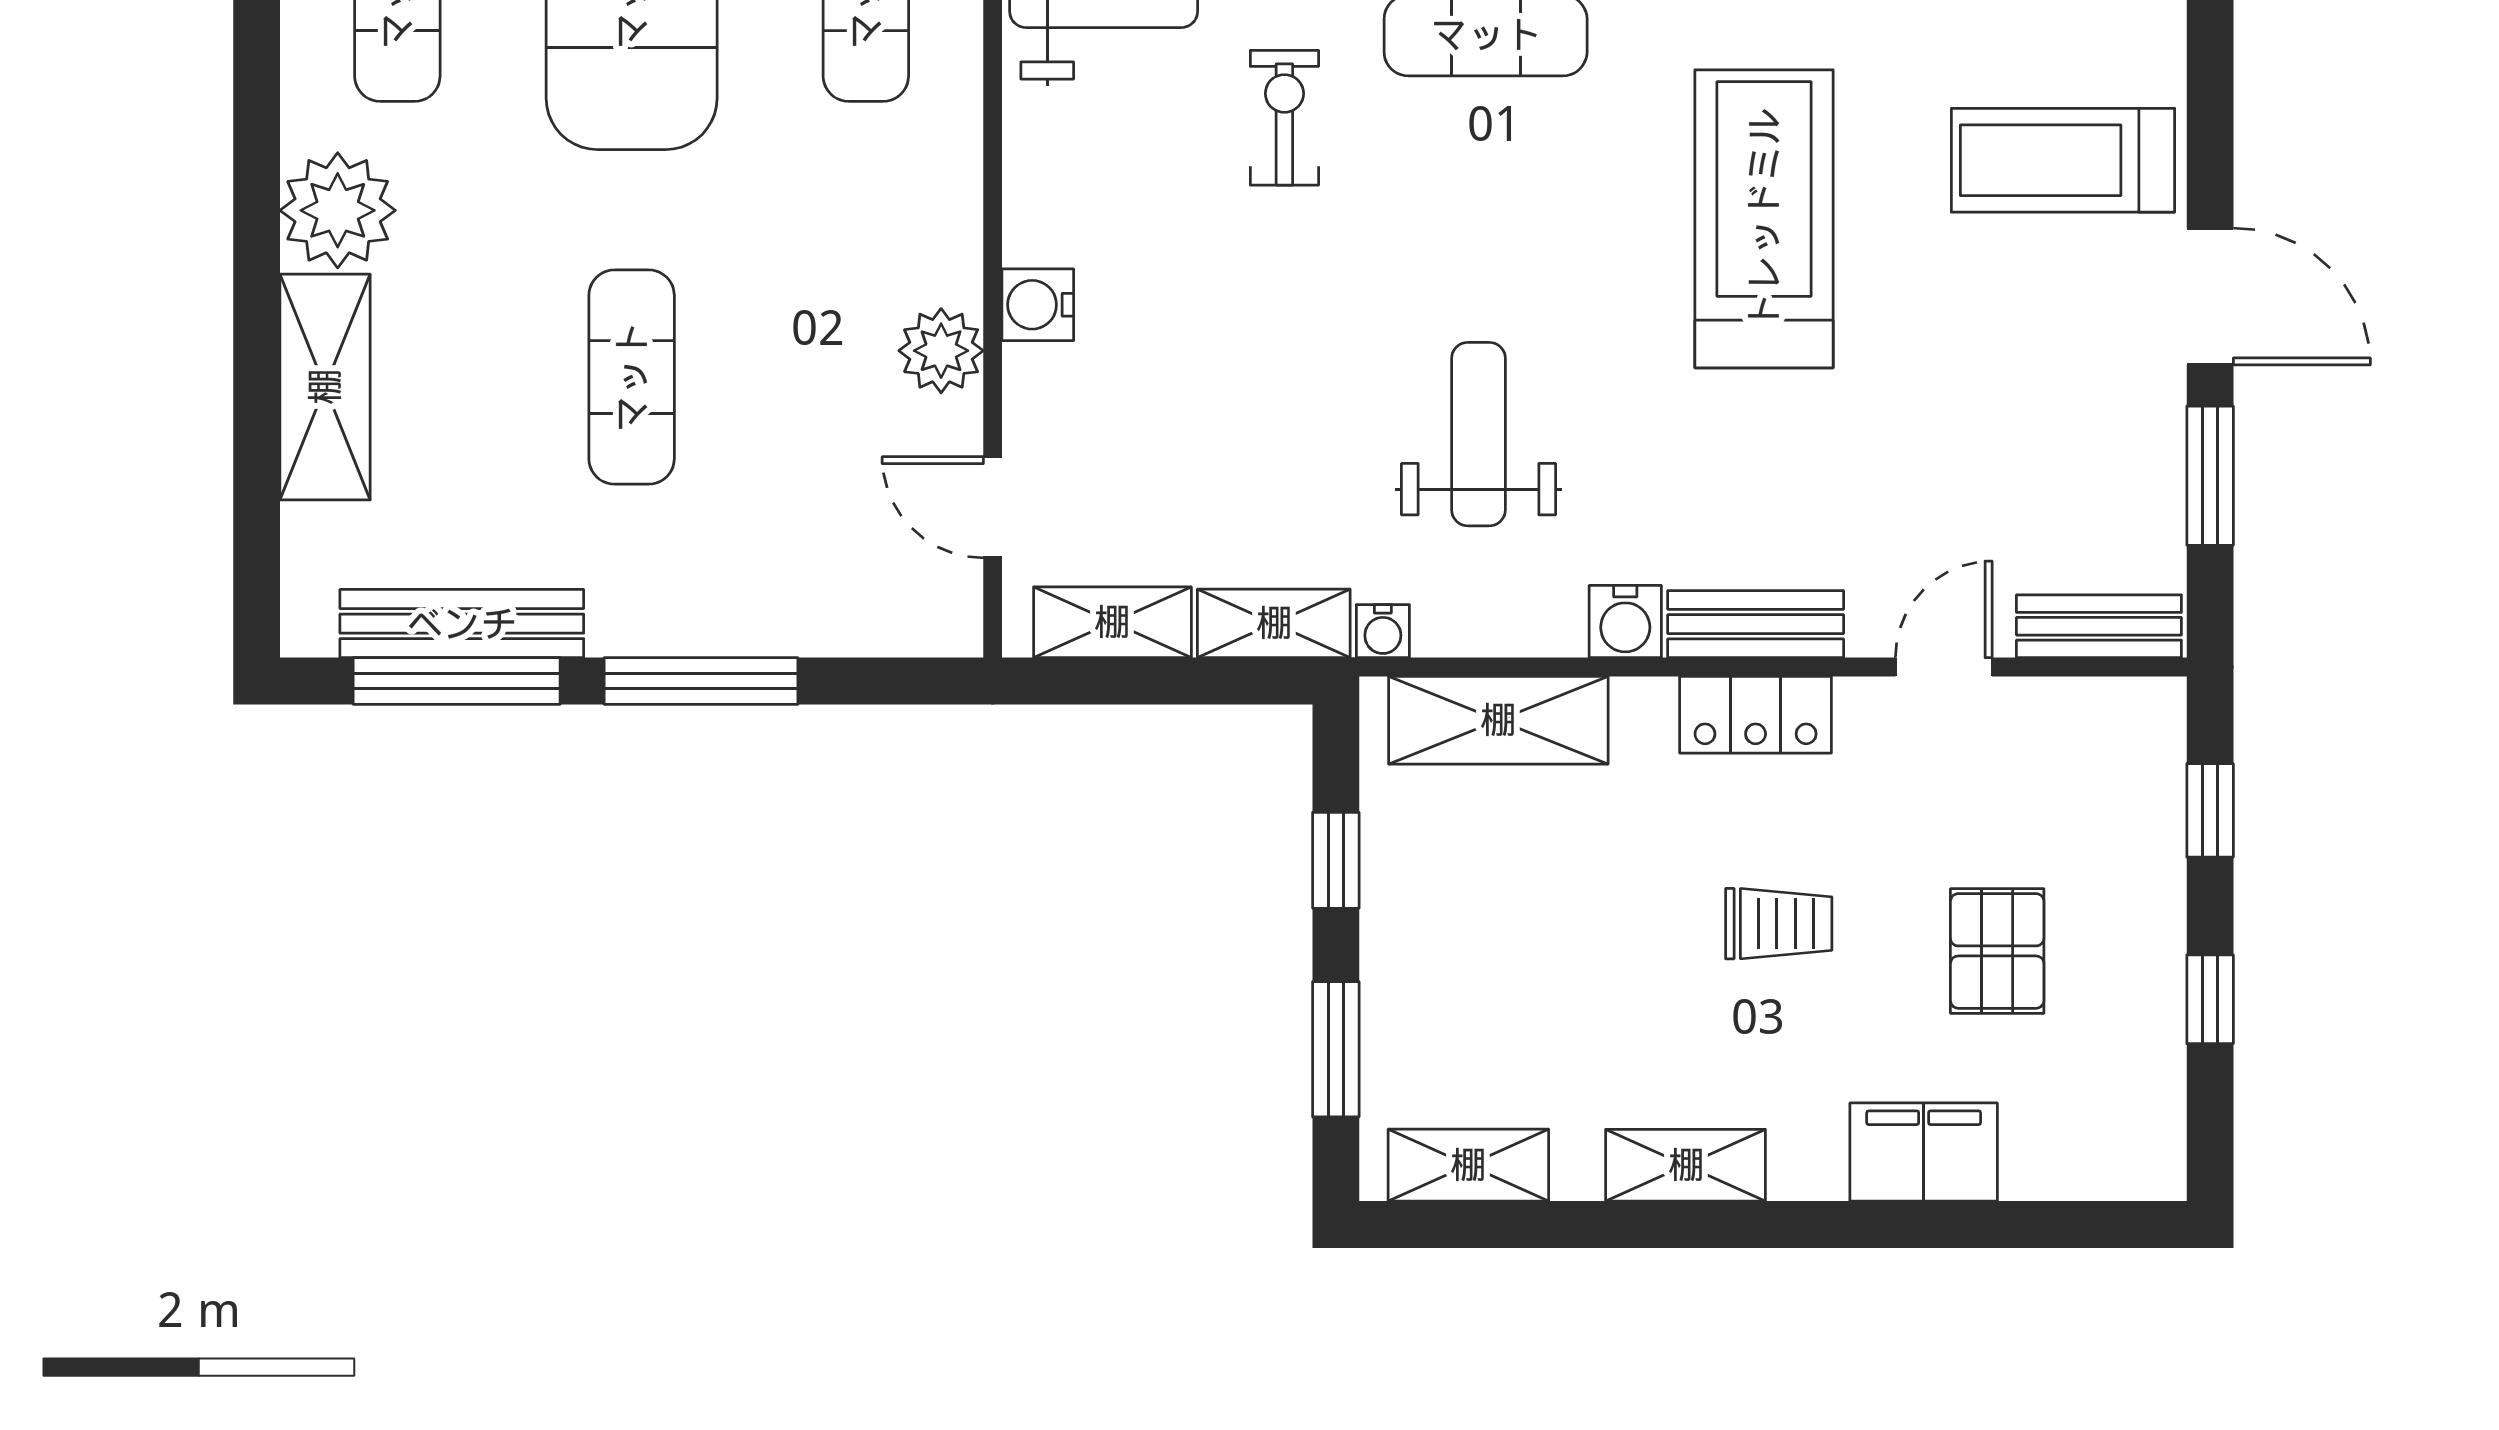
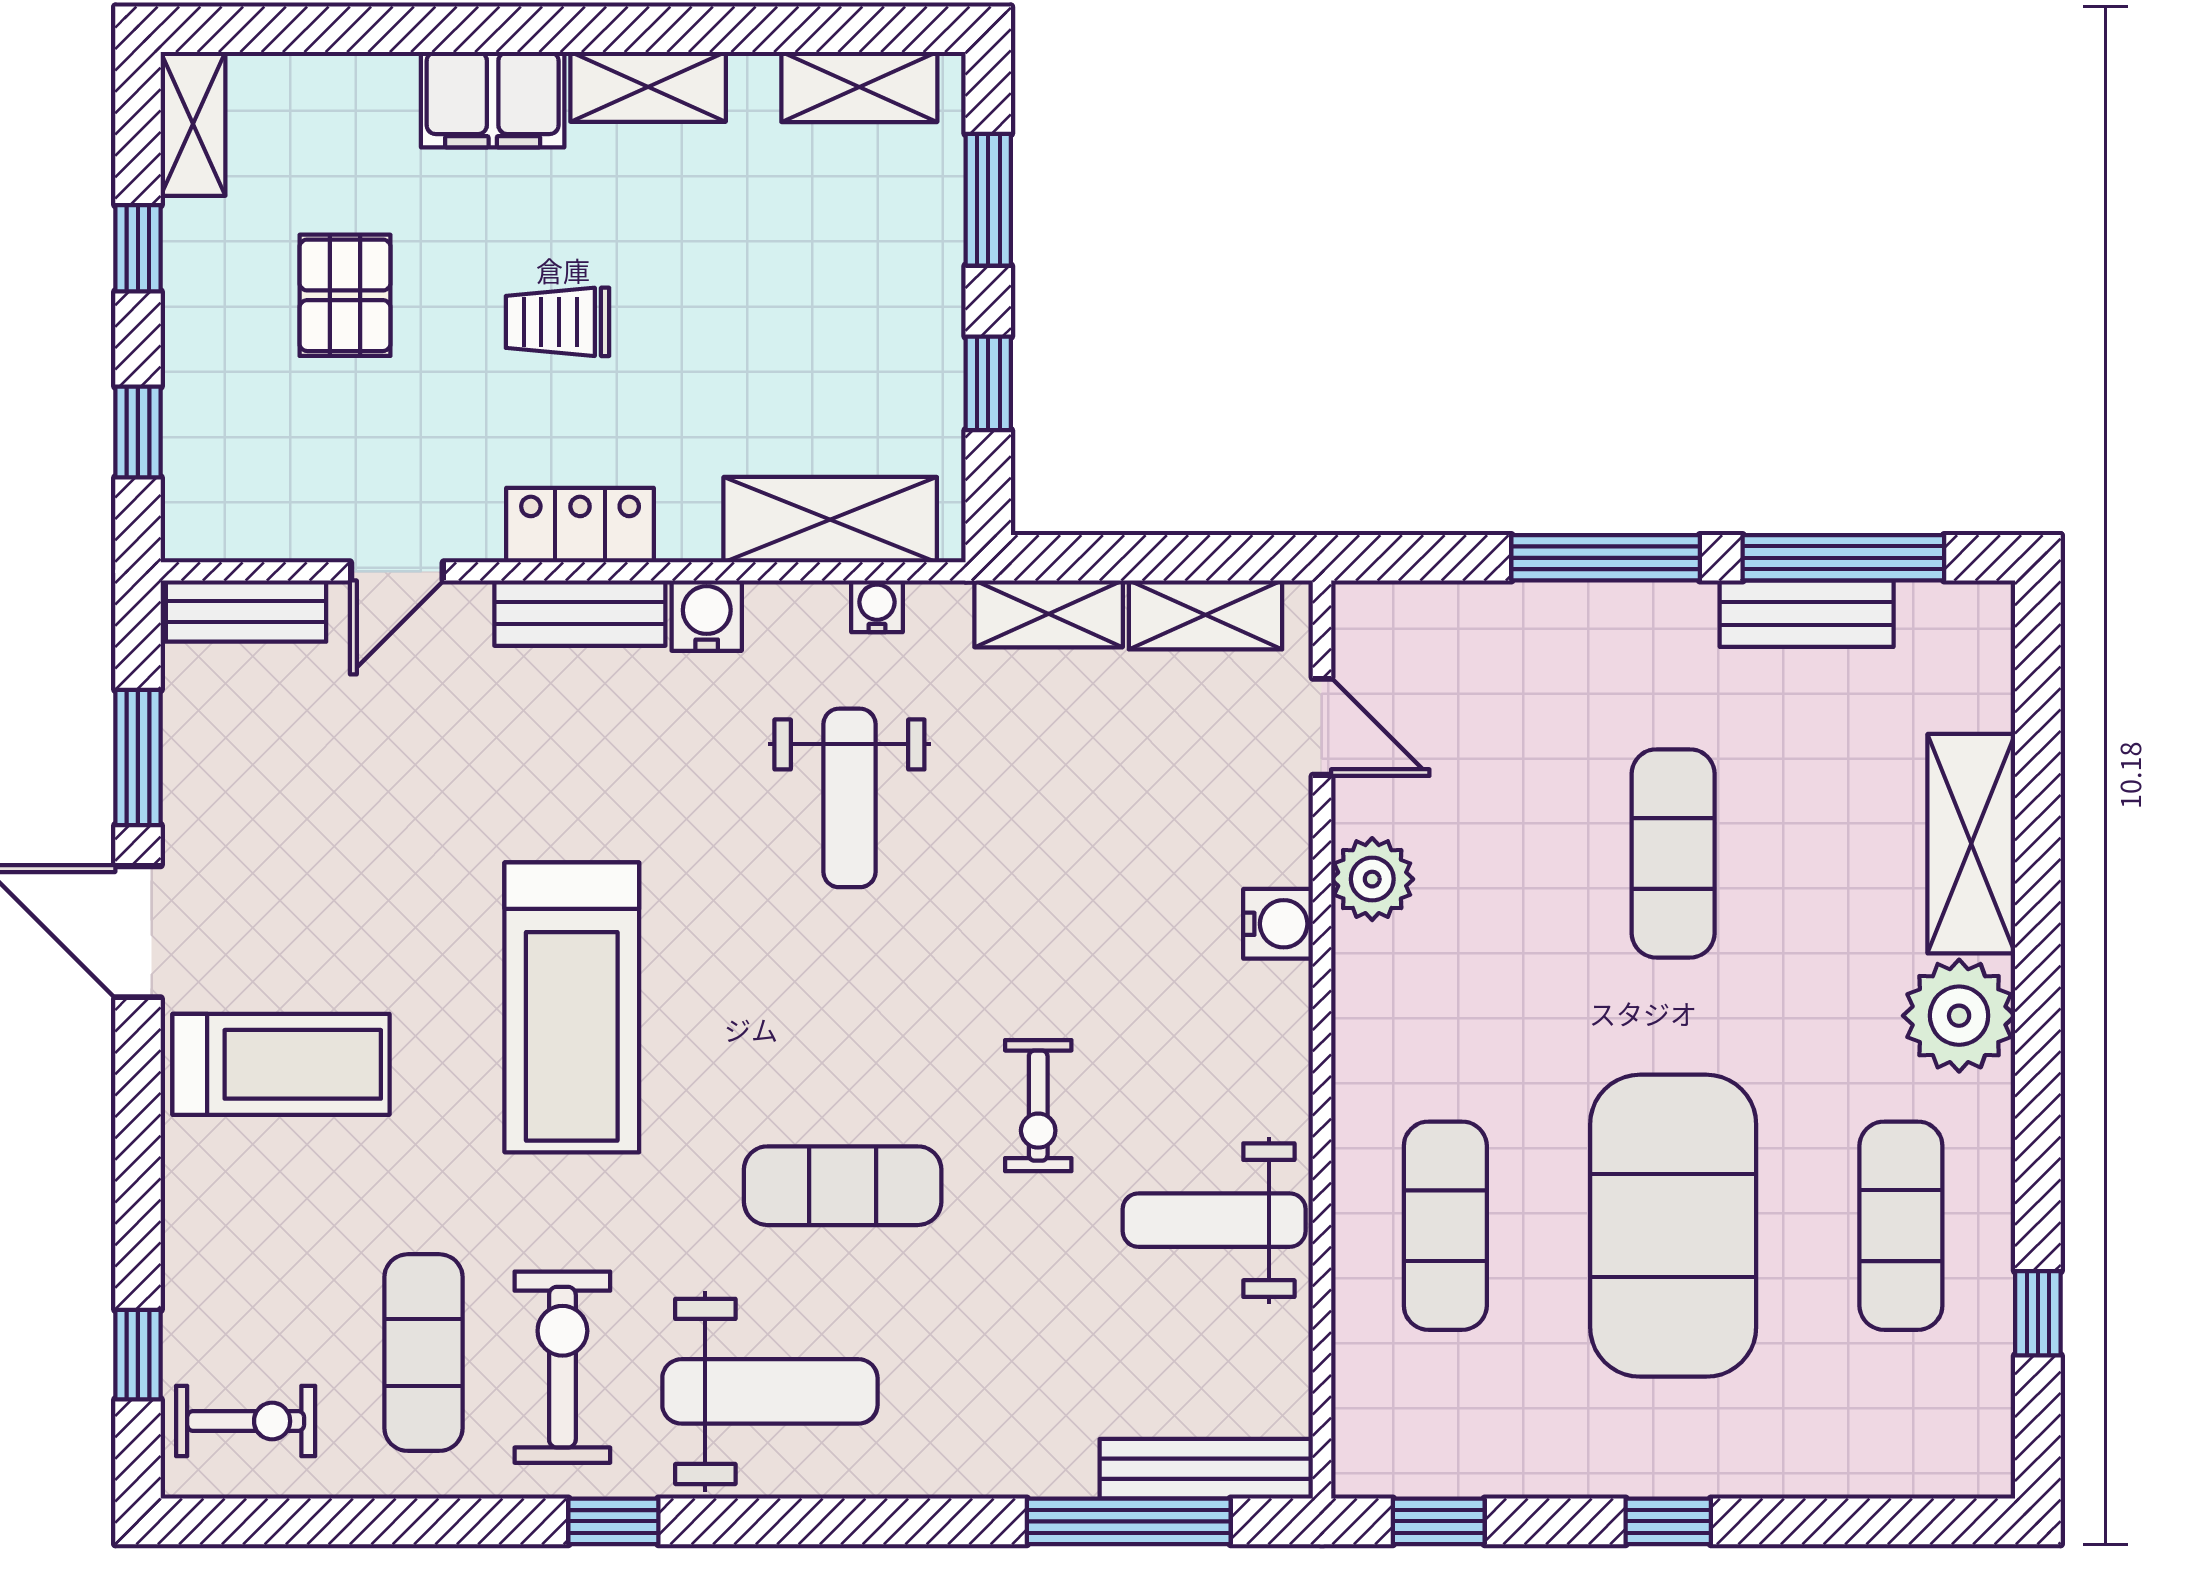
bench: (462, 624) -> (1807, 614), width x0.73
water cooler: (1383, 631) -> (877, 606), moved
shelving: (2153, 1127) -> (193, 124), added
filing cabinet: (1924, 1152) -> (493, 100), moved

